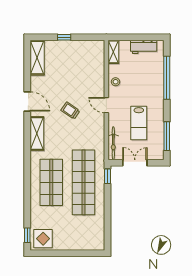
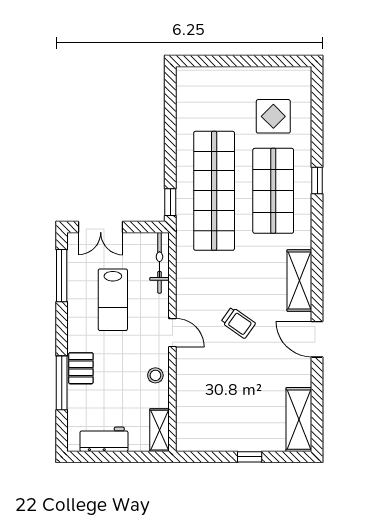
window: (167, 78) -> (62, 383), width x0.68
pallet: (156, 86) -> (81, 368), added
lab bench: (139, 123) -> (113, 300), turned 180
double door: (135, 163) -> (101, 227), moved
window: (27, 235) -> (317, 181), moved
display table: (43, 239) -> (273, 116), moved

